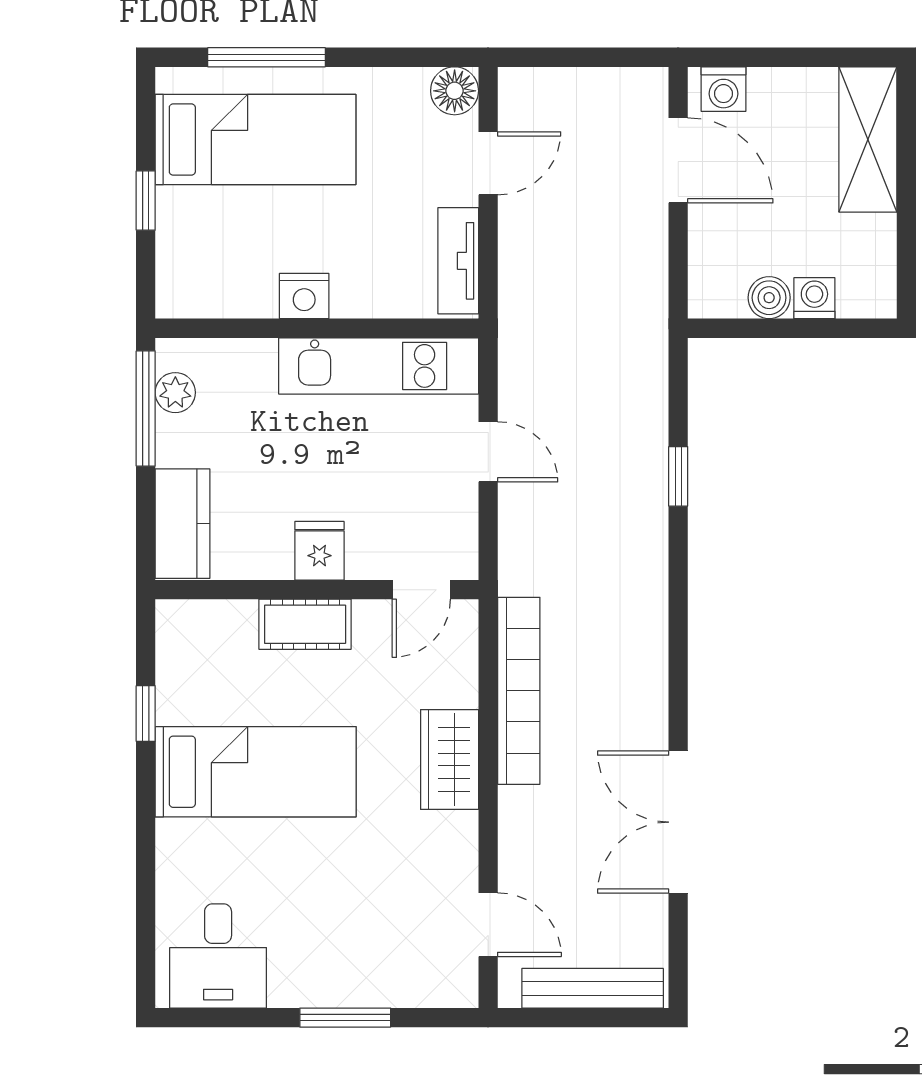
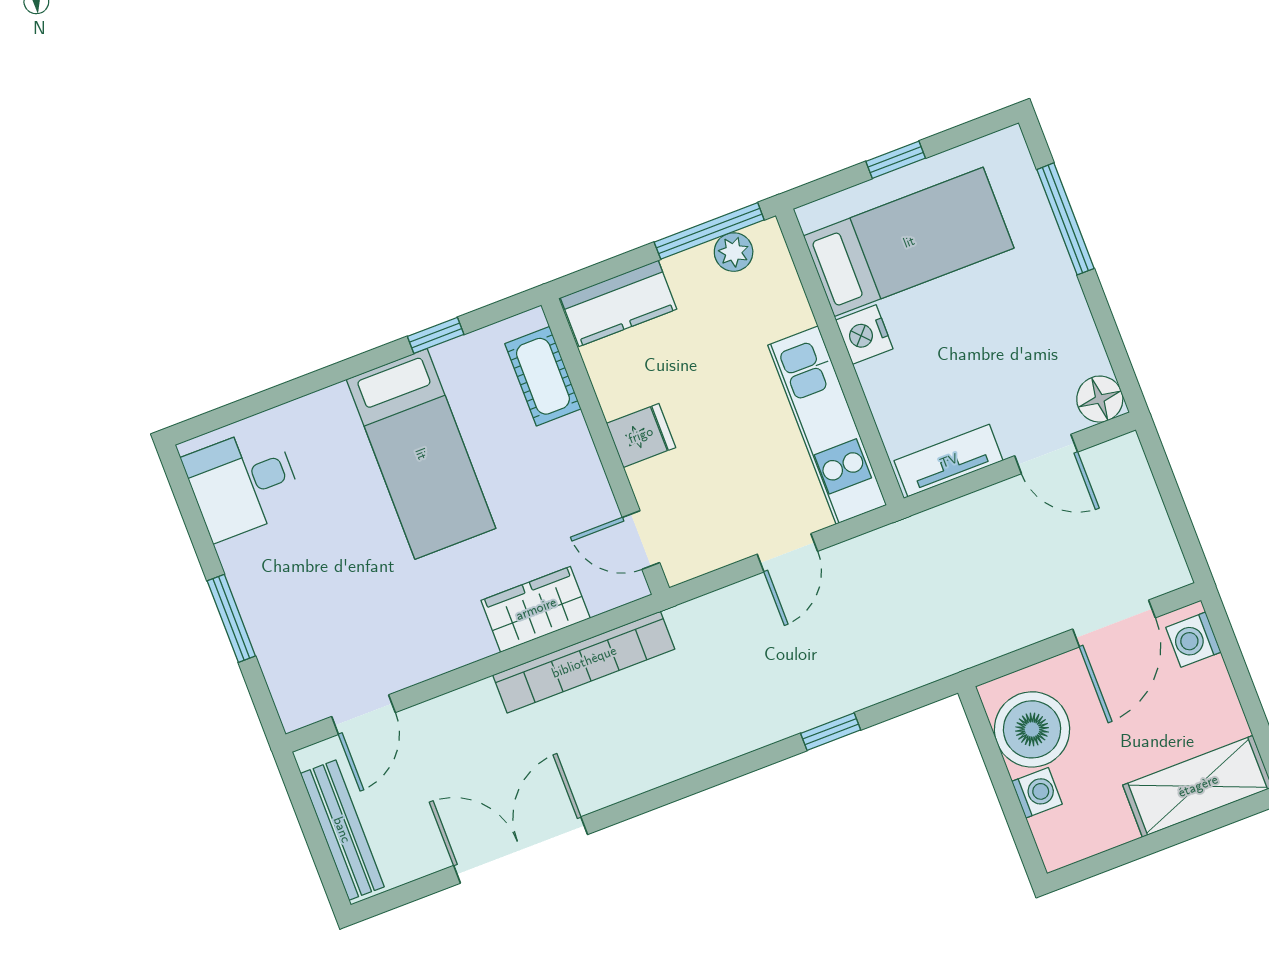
bed: (256, 140) -> (909, 242), moved, turned -90
boiler: (769, 298) -> (1032, 729), width x1.86, depth x1.86
cot: (305, 624) -> (543, 376), moved
wardrobe: (450, 760) -> (536, 609), moved

